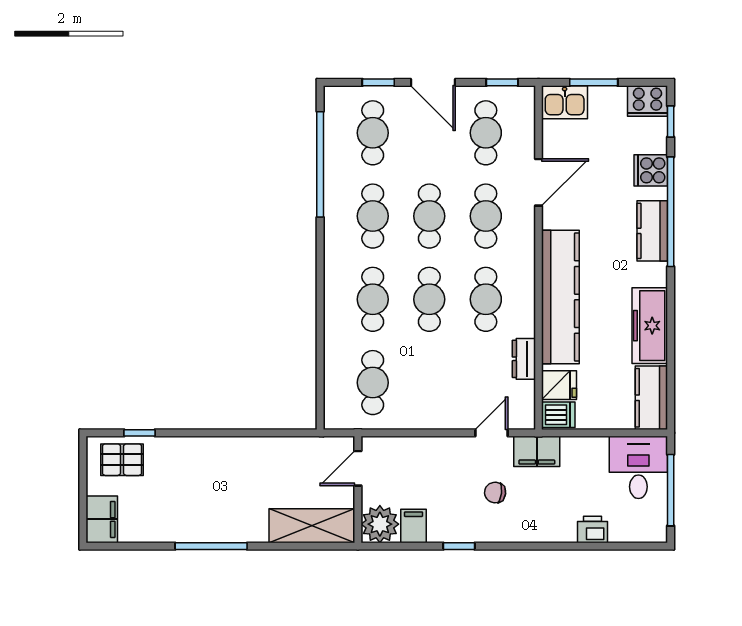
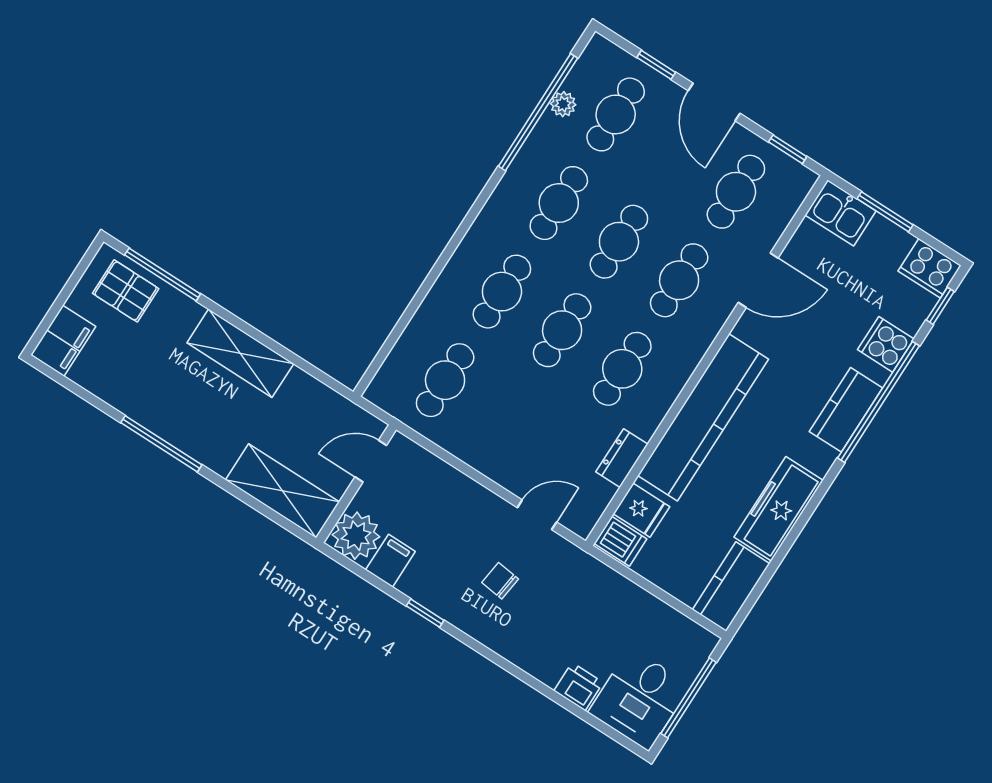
plant: (333, 148) -> (563, 104), added
window: (139, 433) -> (163, 274), width x2.17
filing cabinet: (537, 451) -> (573, 565), removed
shelving: (225, 452) -> (240, 353), added
desk: (638, 467) -> (639, 699), moved, turned 180

